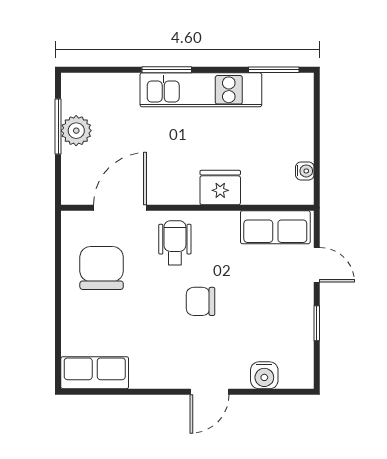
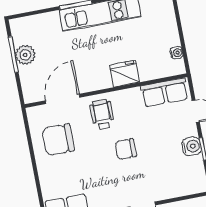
chair: (102, 268) -> (58, 140), turned -90
water cooler: (264, 375) -> (192, 146), moved, turned -90

